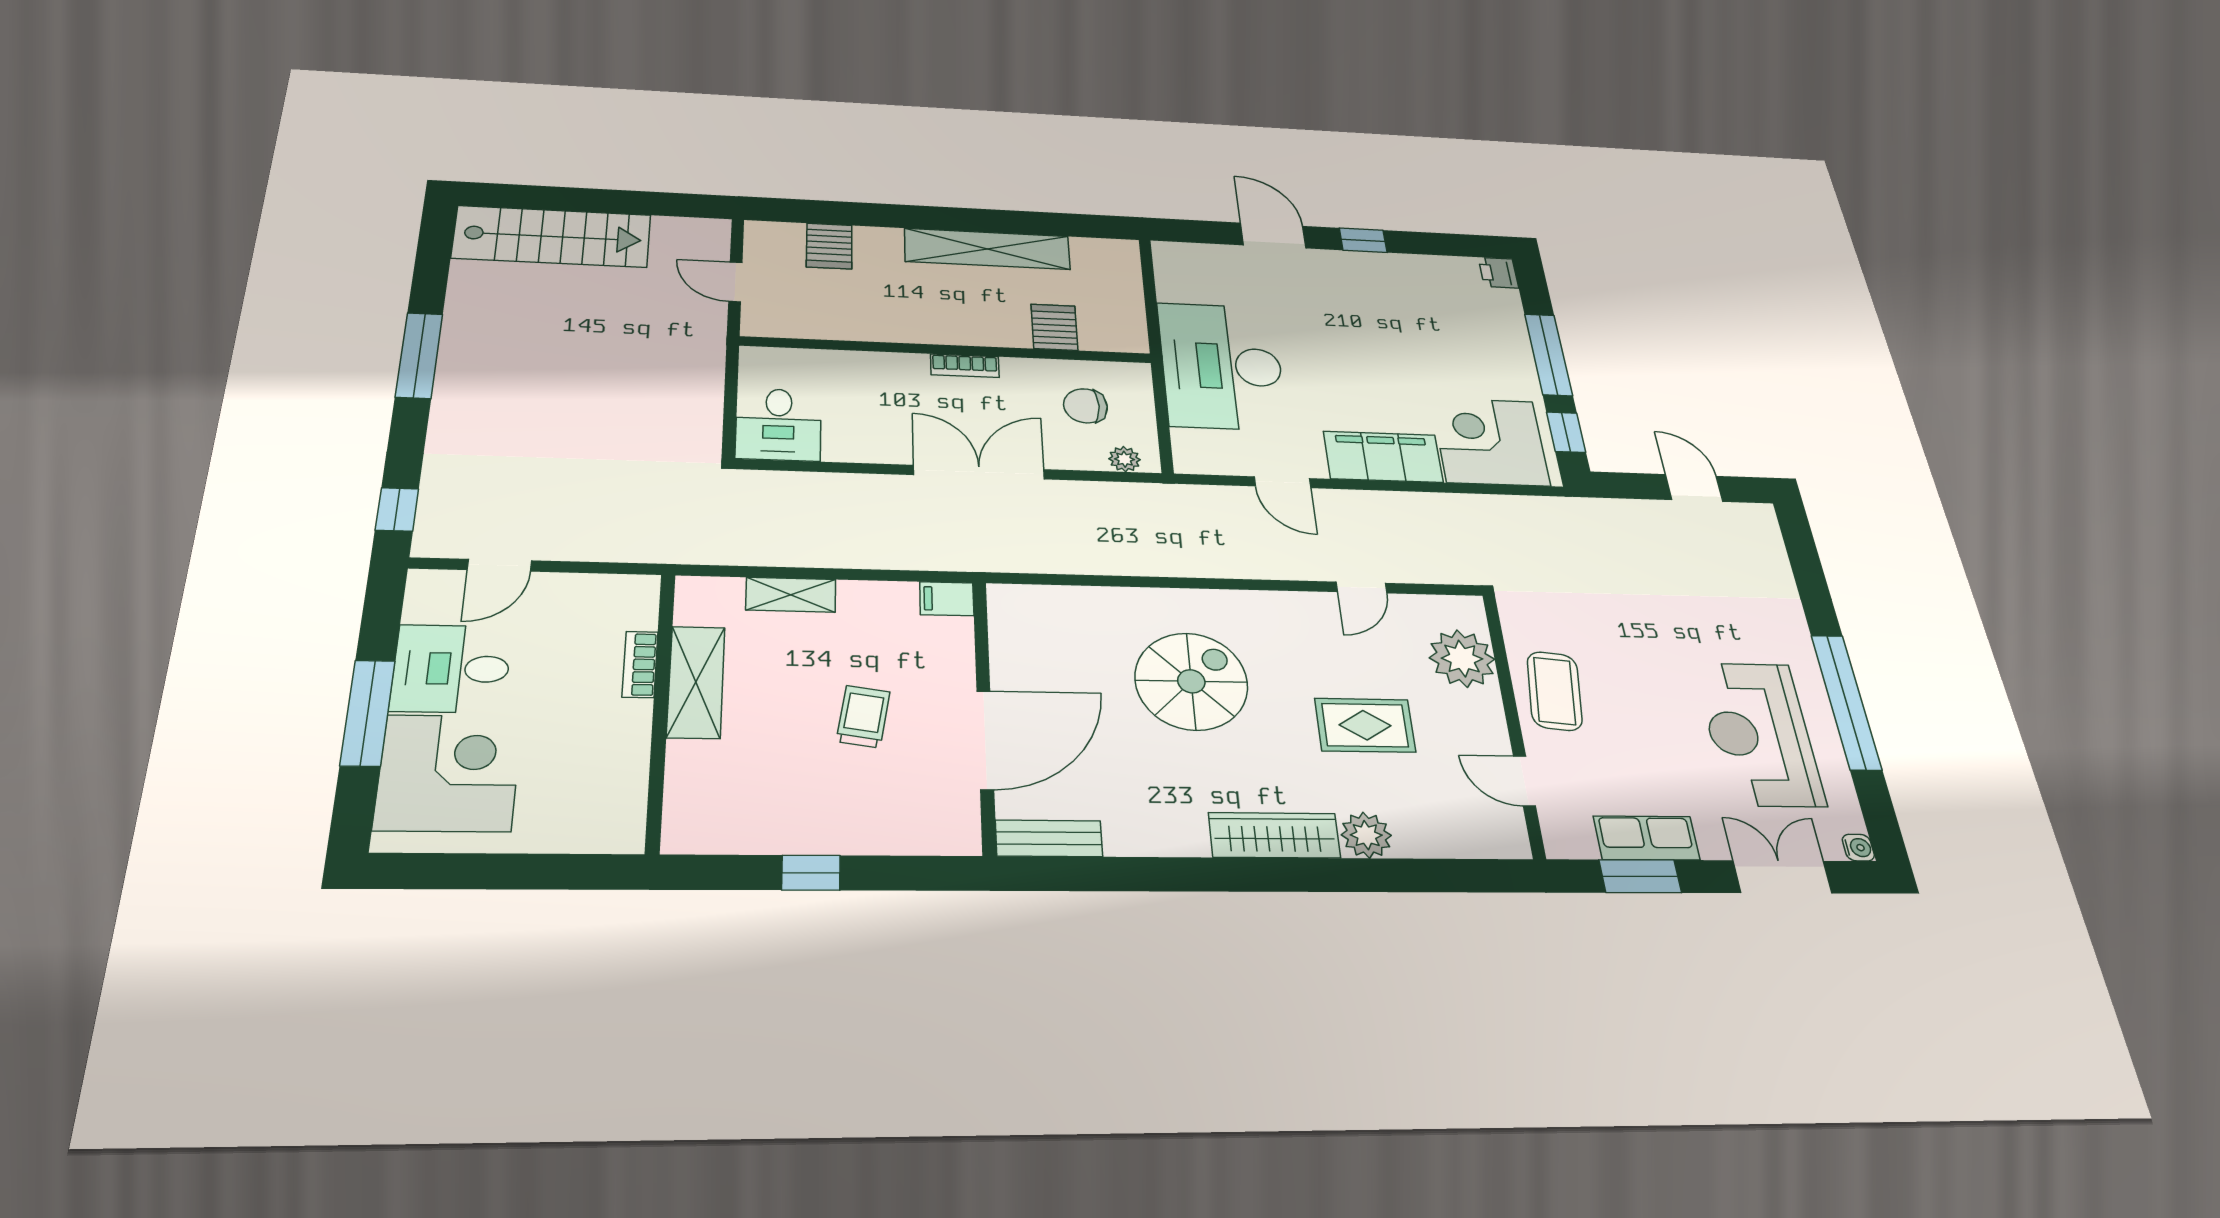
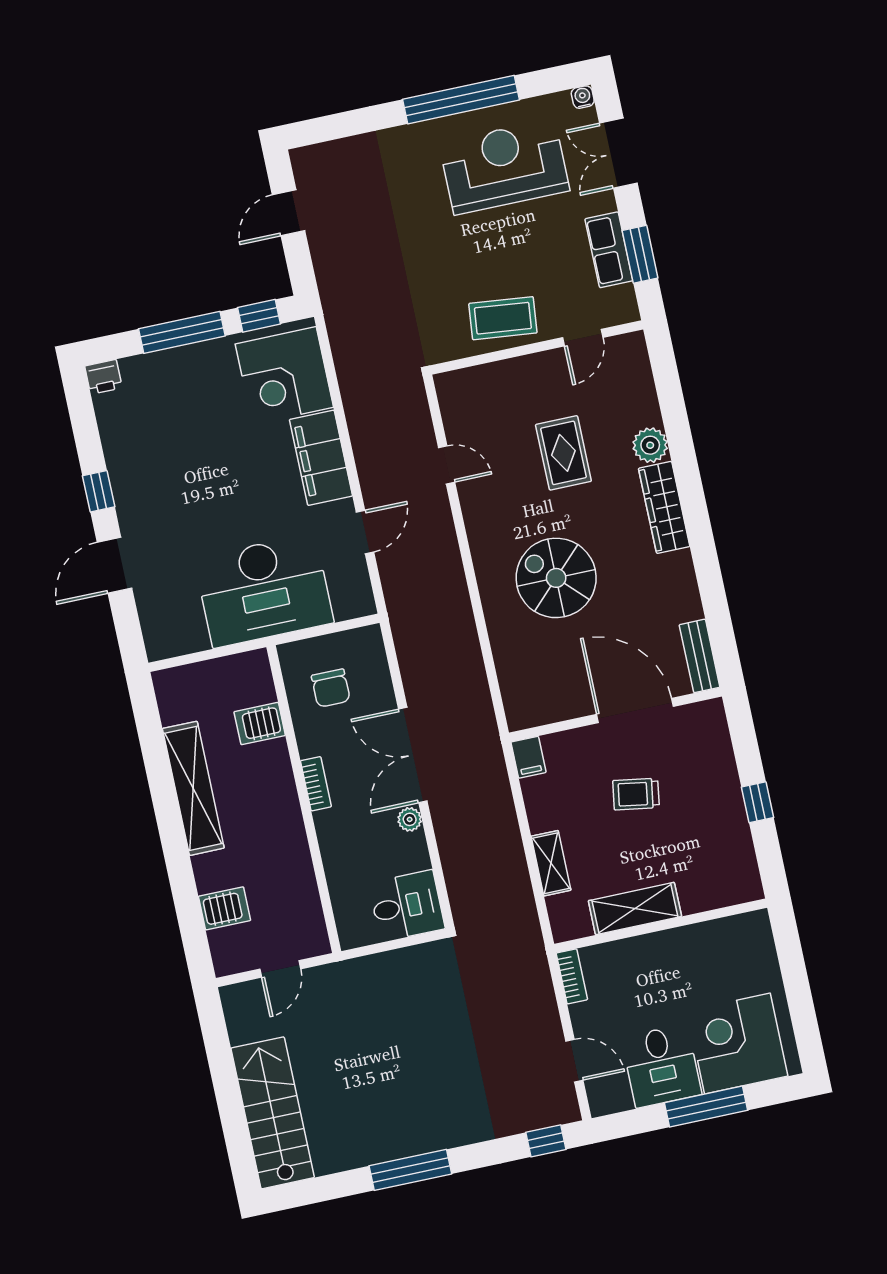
plant: (1124, 459) -> (410, 819), moved
plant: (1462, 659) -> (491, 387), removed
bookcase: (640, 664) -> (572, 976), moved, turned -90
reception desk: (1759, 734) -> (504, 167), turned 180

